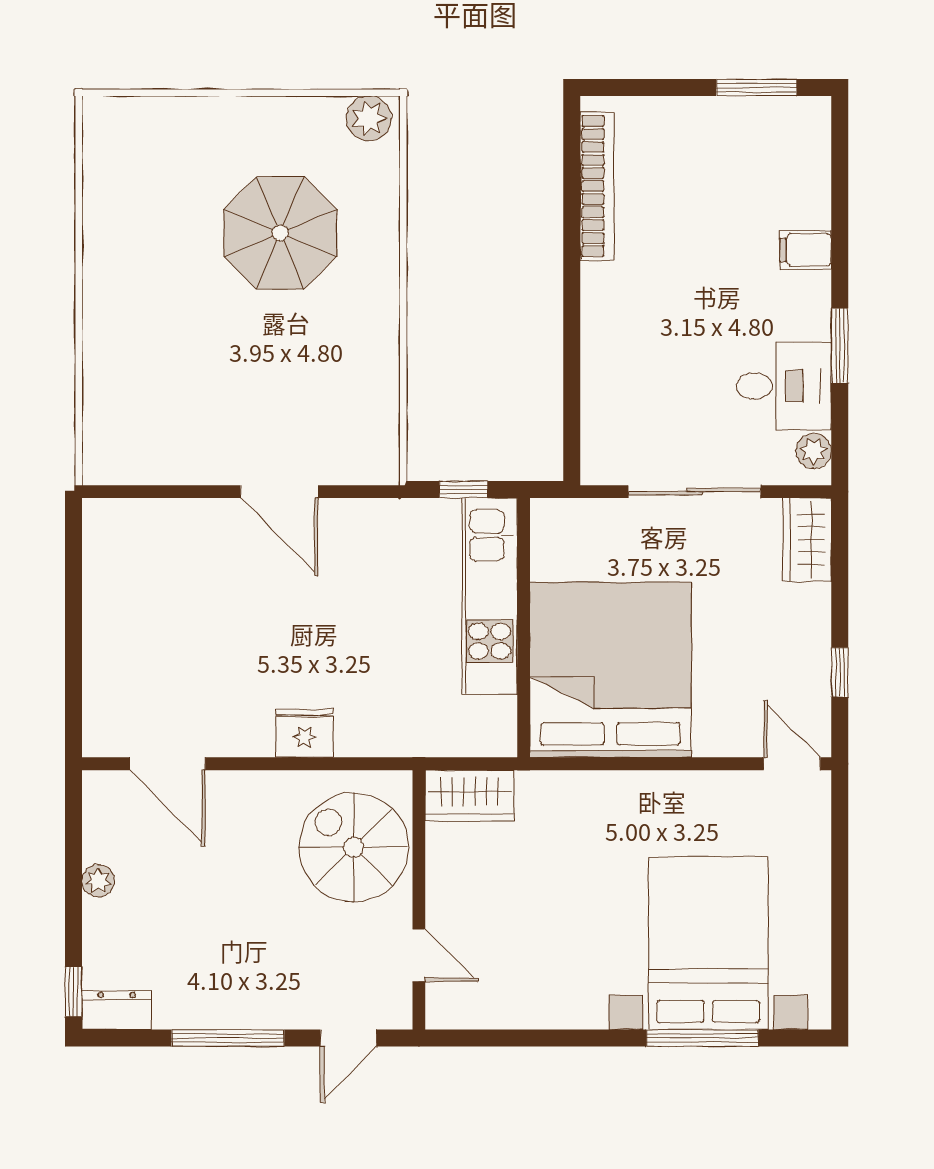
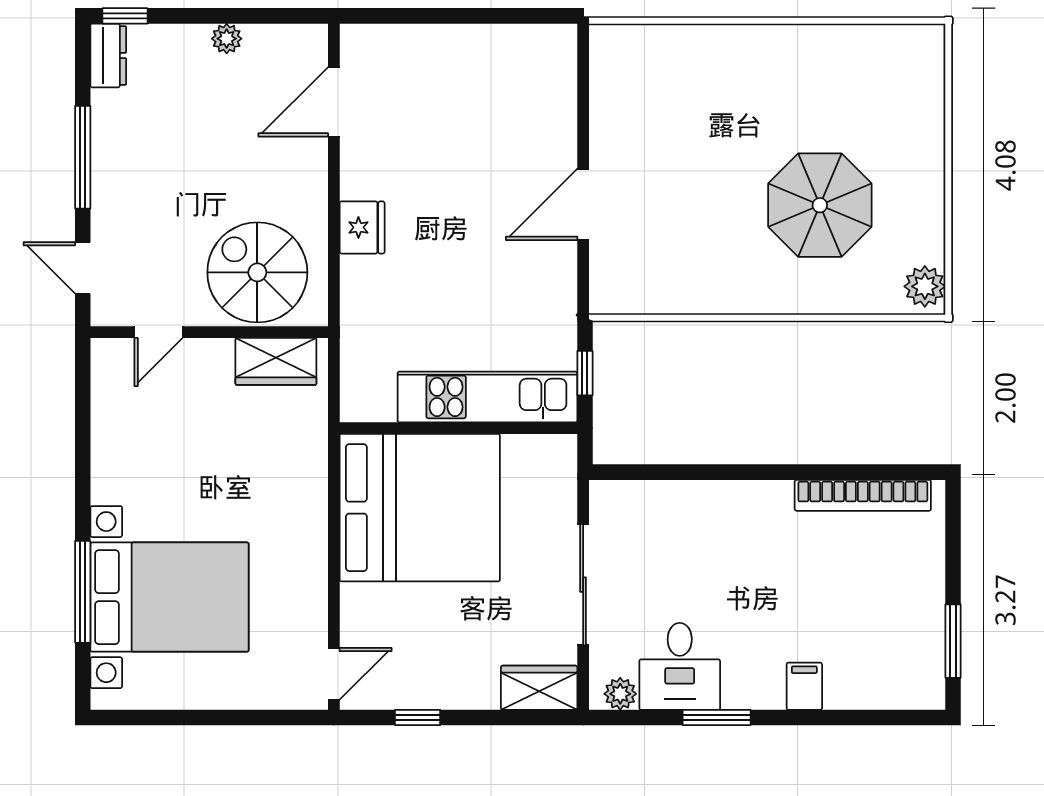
wardrobe: (469, 796) -> (276, 361), moved, turned -90
spiral stairs: (354, 847) -> (257, 272), turned -90

